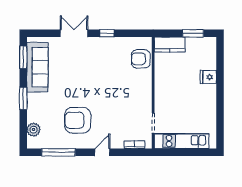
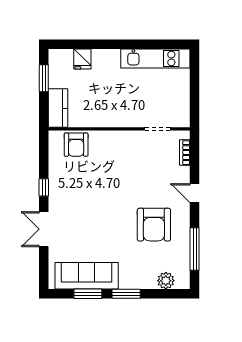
window: (23, 57) -> (88, 294), moved
fridge: (208, 77) -> (82, 59), moved
kitchen unit: (182, 141) -> (155, 59), moved, turned -90

